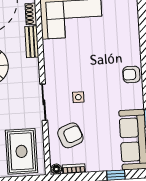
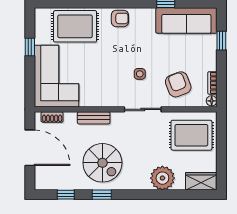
rug: (121, 31) -> (75, 26), added
bench: (32, 42) -> (94, 118), moved
armchair: (131, 74) -> (120, 18), turned -90

